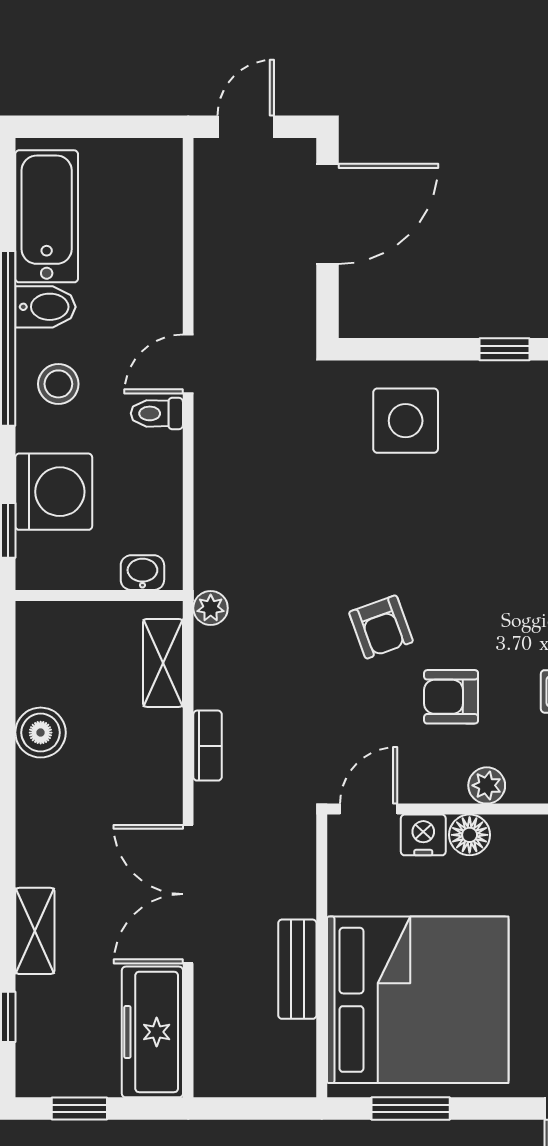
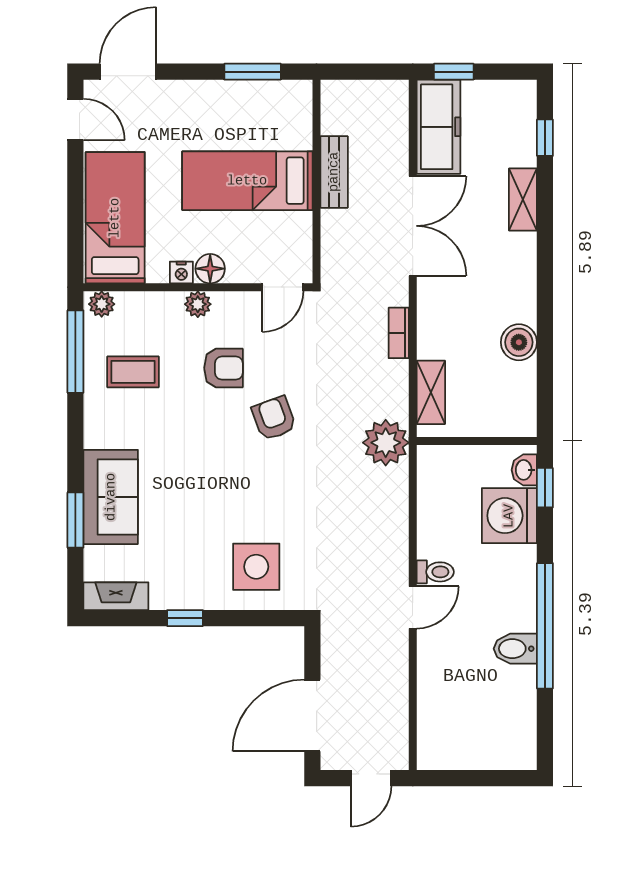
bathtub: (47, 216) -> (514, 714), removed
stool: (58, 384) -> (506, 593), removed
washbasin: (142, 573) -> (524, 470), moved, turned 90
plant: (211, 608) -> (386, 443), width x1.87, depth x1.87
nightstand: (423, 835) -> (181, 272), moved, width x0.72, depth x0.74
bed: (418, 1000) -> (247, 181), width x0.49
window: (79, 1109) -> (454, 72), moved

